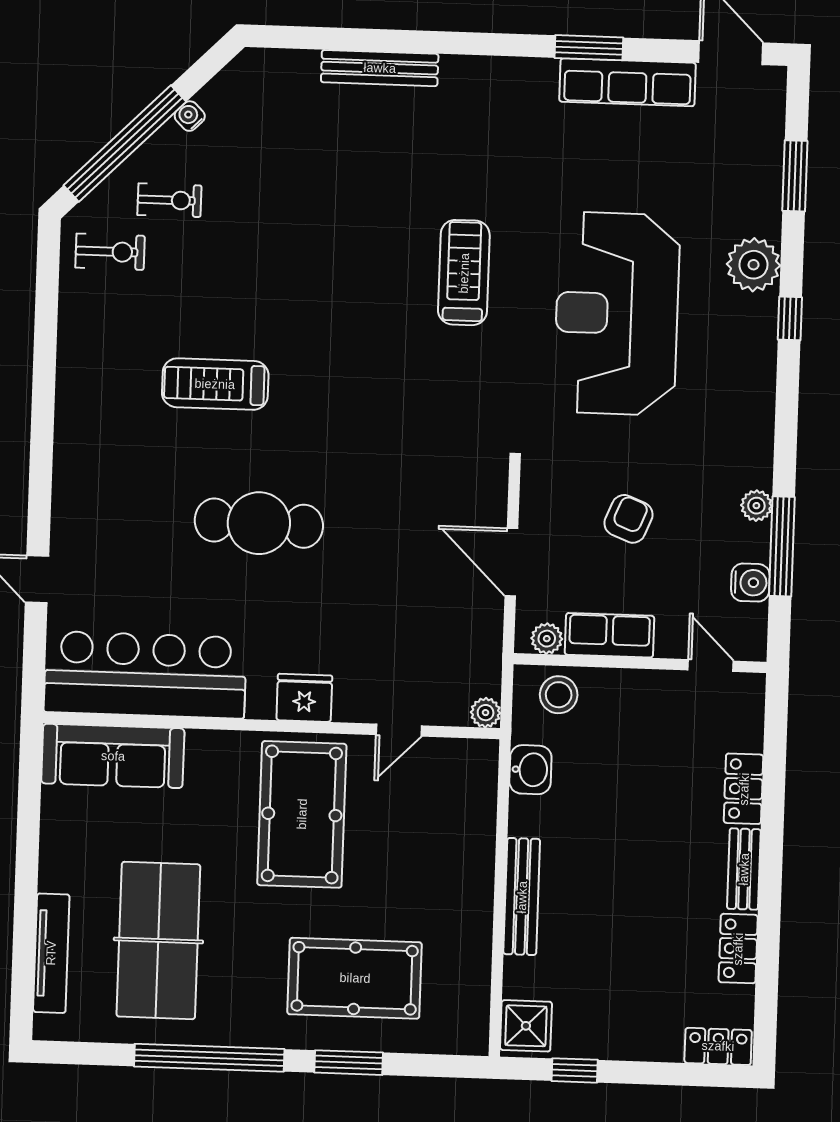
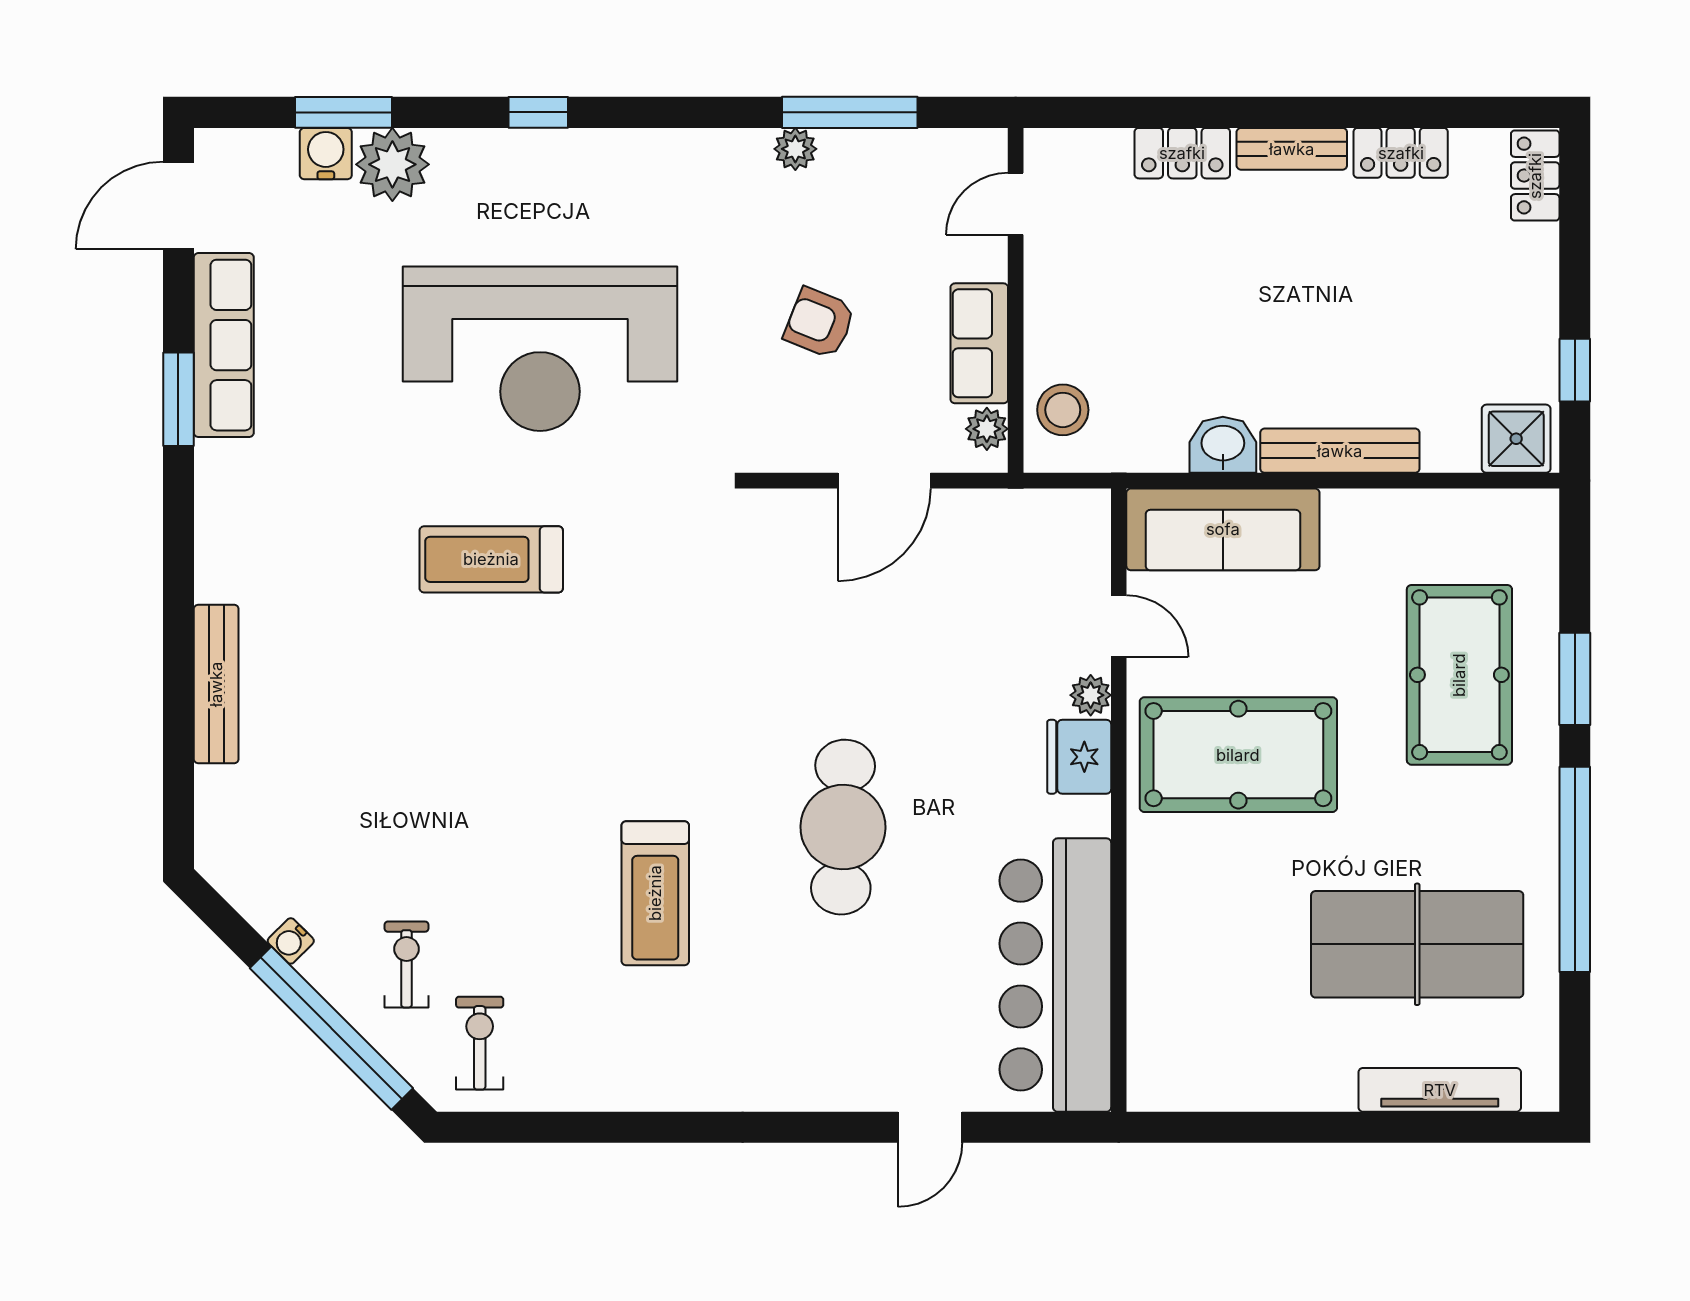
plant: (754, 265) -> (392, 164), moved
water cooler: (750, 583) -> (326, 154), moved
plant: (486, 713) -> (1091, 695), moved
sofa: (113, 756) -> (1223, 529), moved, turned 90
washbasin: (530, 770) -> (1223, 445), moved

